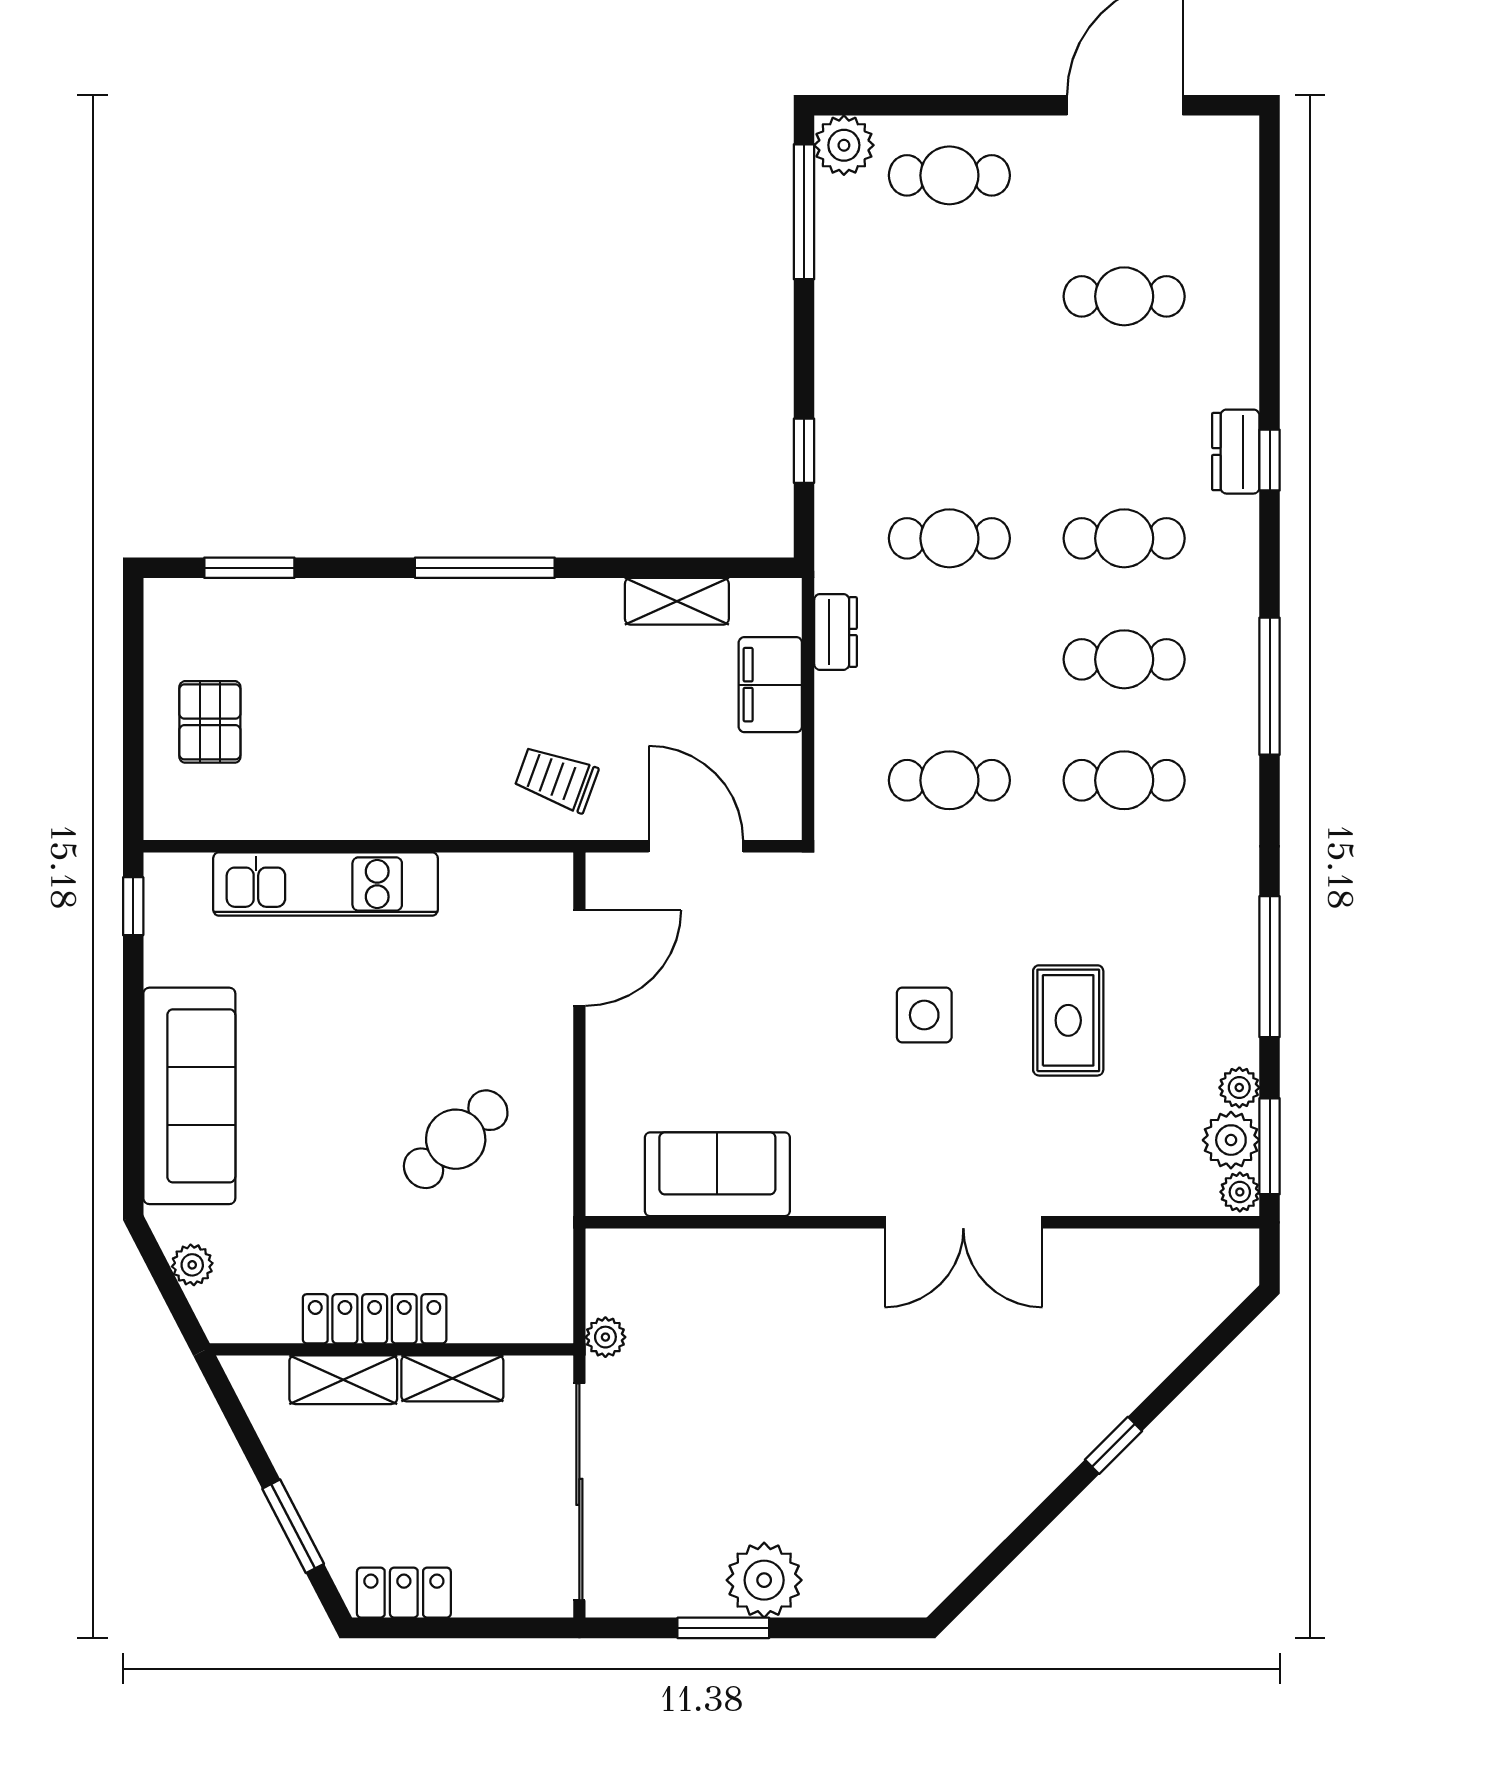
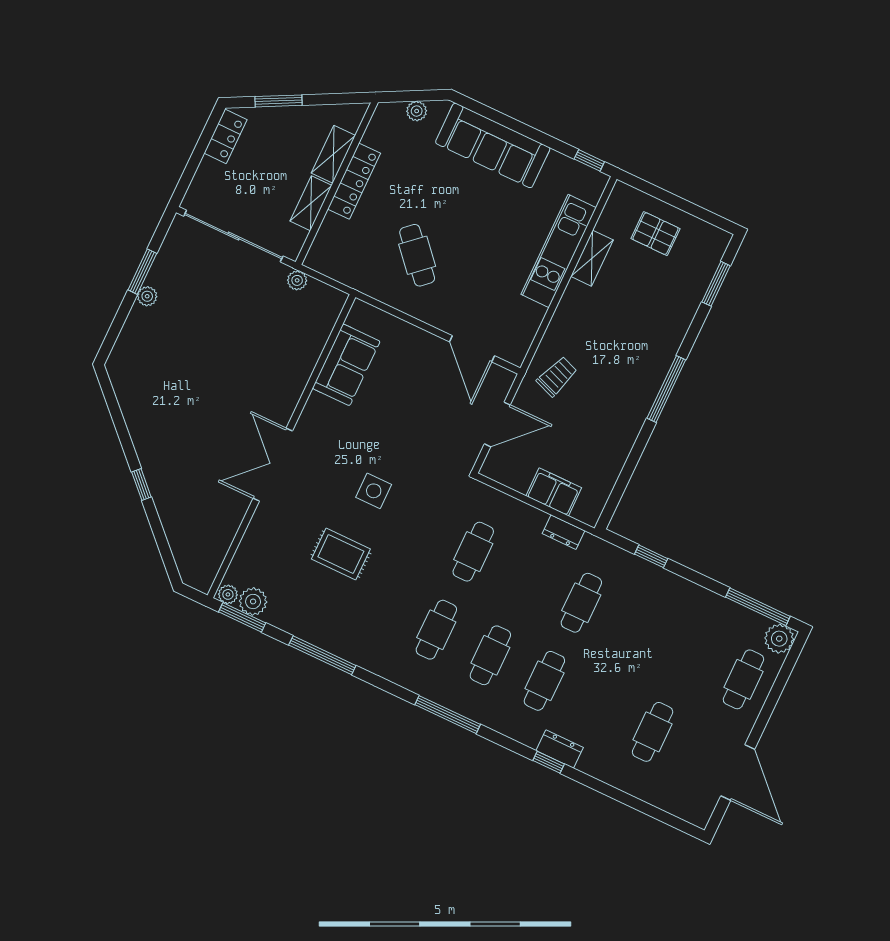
shelving: (677, 601) -> (592, 258), moved
plant: (1239, 1088) -> (275, 616), removed
plant: (764, 1580) -> (147, 296), width x0.53, depth x0.53

